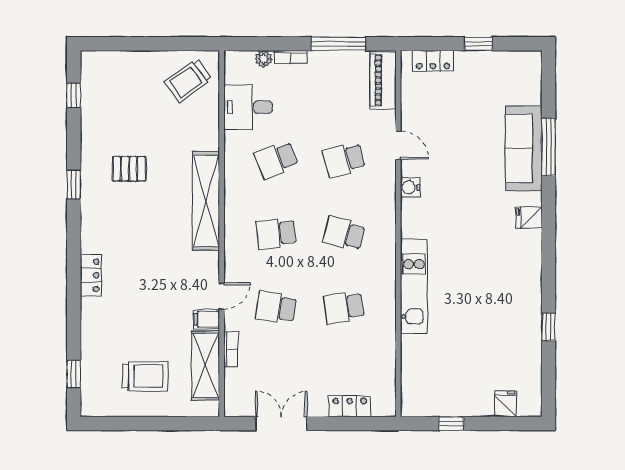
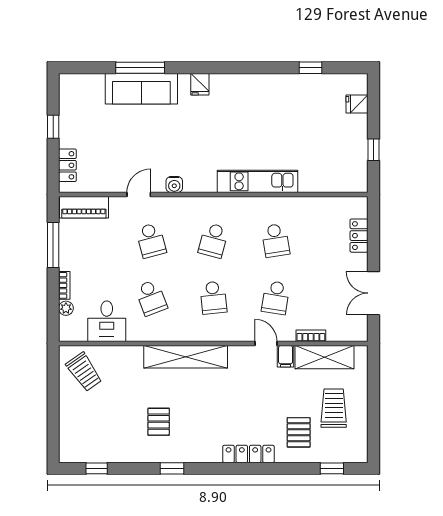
locker: (91, 275) -> (248, 454), width x1.53
window: (548, 327) -> (310, 68), moved
pallet: (117, 335) -> (299, 432), added

